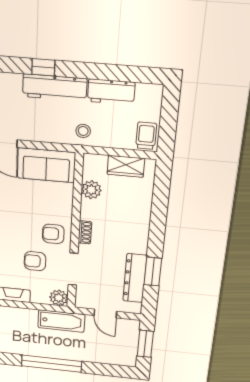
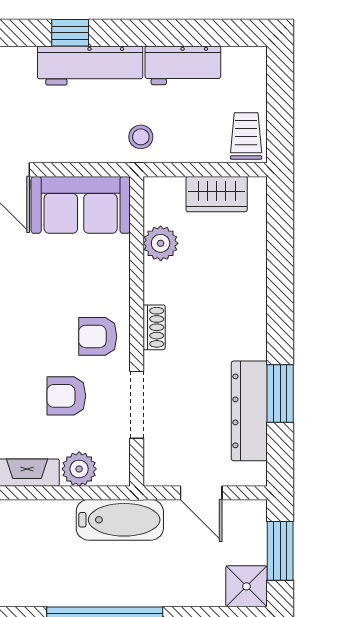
plant: (59, 298) -> (79, 469), moved
shower: (126, 357) -> (246, 586), added

